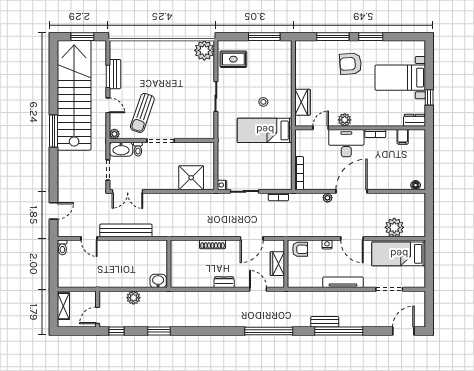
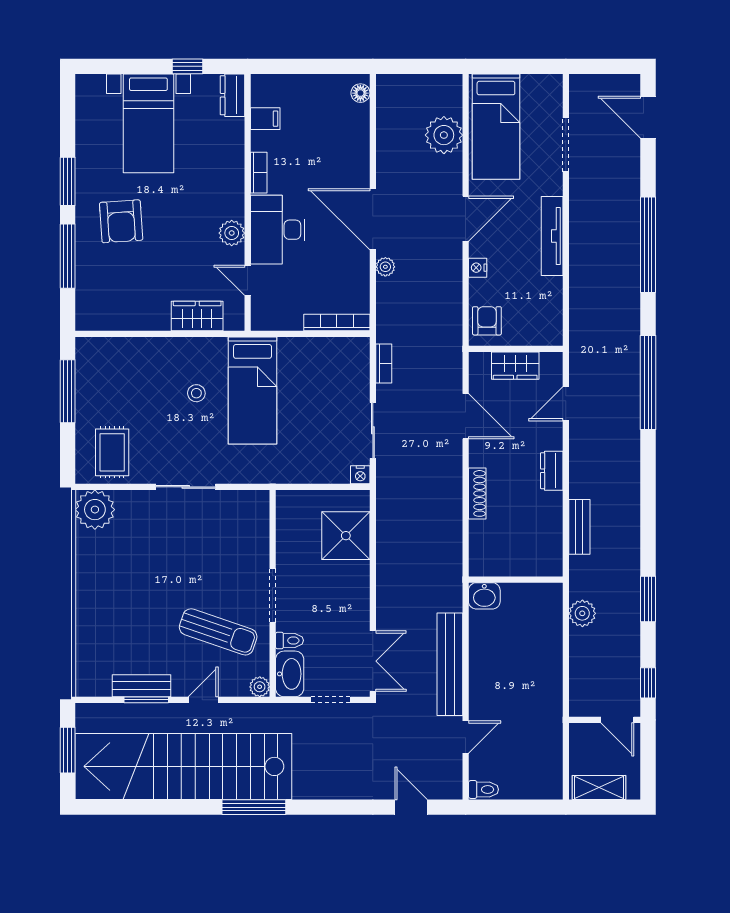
washbasin: (158, 281) -> (484, 596), moved, turned -90
plant: (133, 298) -> (582, 613), moved
bench: (325, 322) -> (579, 527), moved

